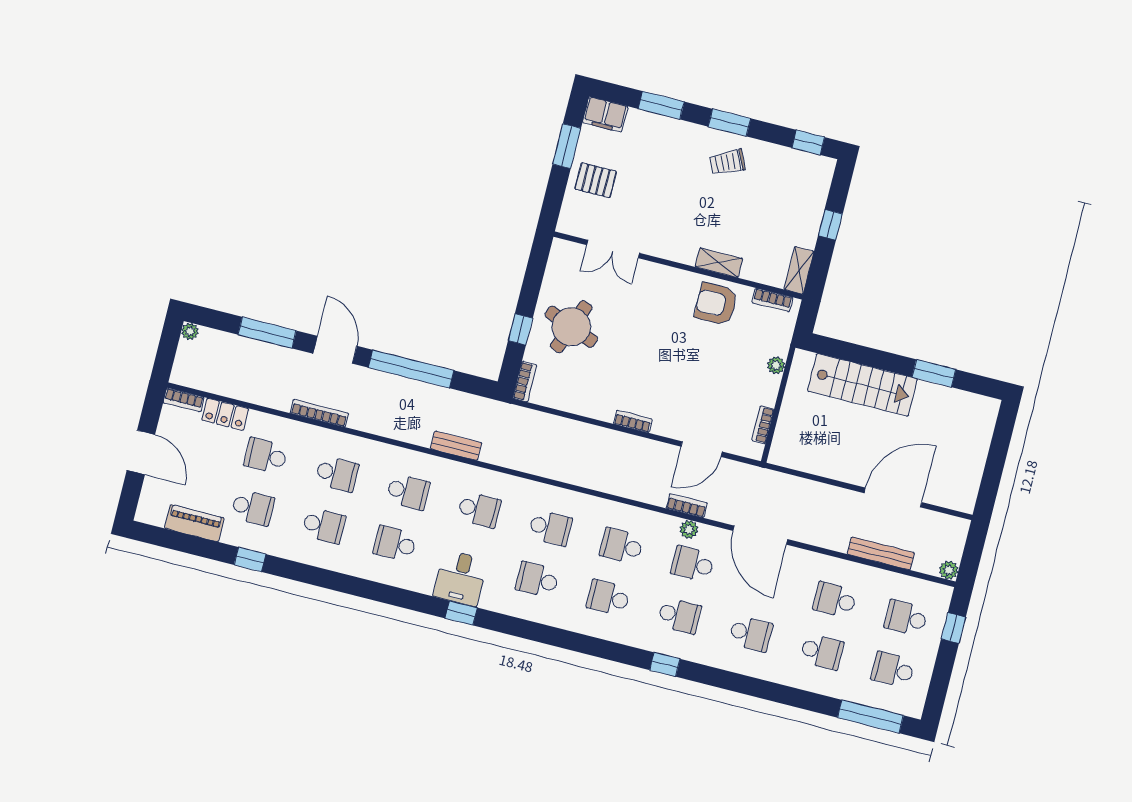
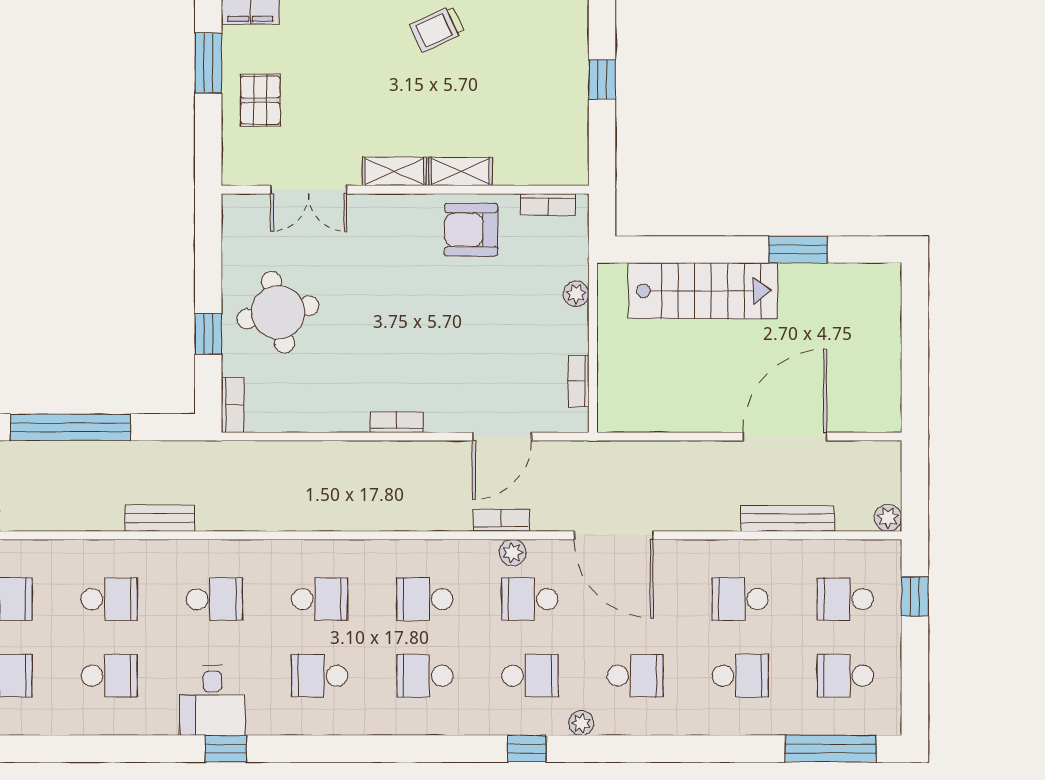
pallet: (596, 180) -> (260, 100), turned 90
shelving: (799, 270) -> (394, 171), moved, turned 90
round table: (571, 327) -> (278, 312), turned -33
school desk: (395, 544) -> (109, 676), turned 180
plant: (706, 657) -> (581, 723), added

